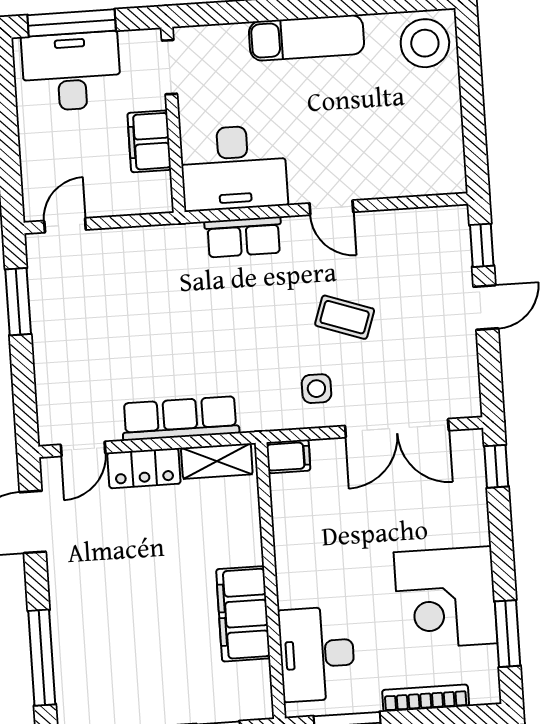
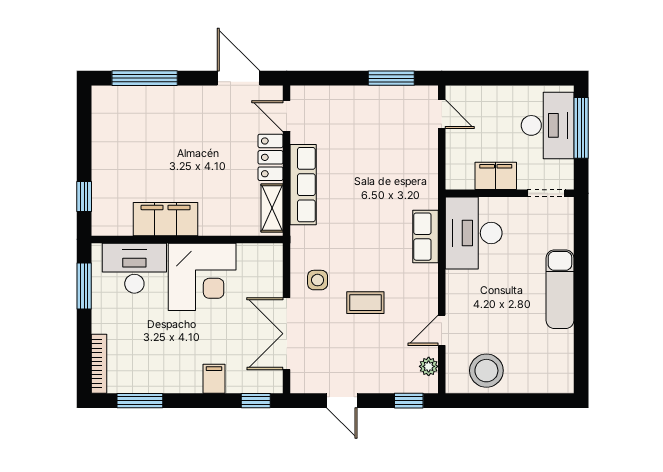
stool: (425, 43) -> (486, 371), moved
door: (331, 208) -> (442, 330), moved
plant: (431, 220) -> (429, 366), added
door: (486, 308) -> (342, 401), moved
coffee table: (345, 317) -> (365, 303), turned 71
filing cabinet: (288, 456) -> (214, 379), moved, turned 180
corner desk: (446, 598) -> (202, 277), moved, turned 180
bookcase: (426, 698) -> (99, 364), moved

